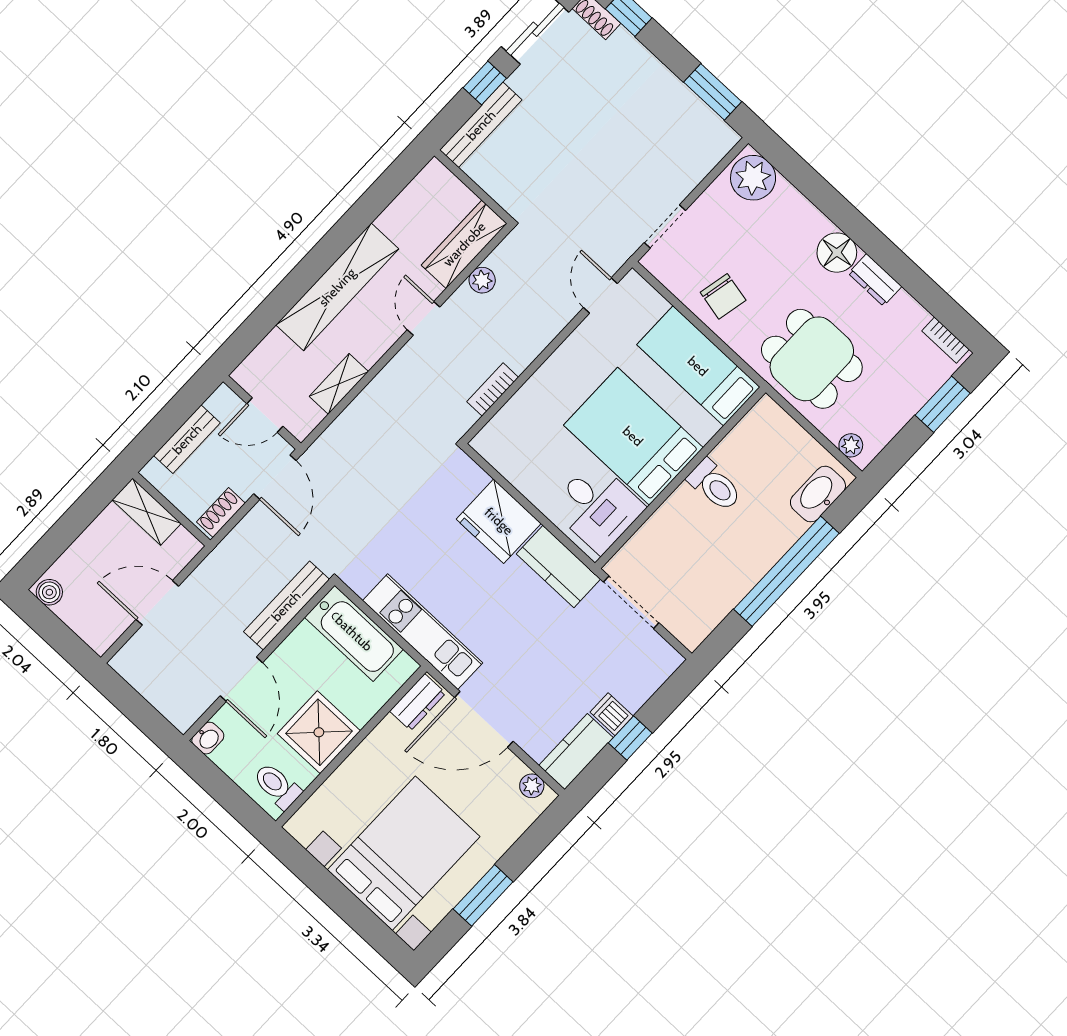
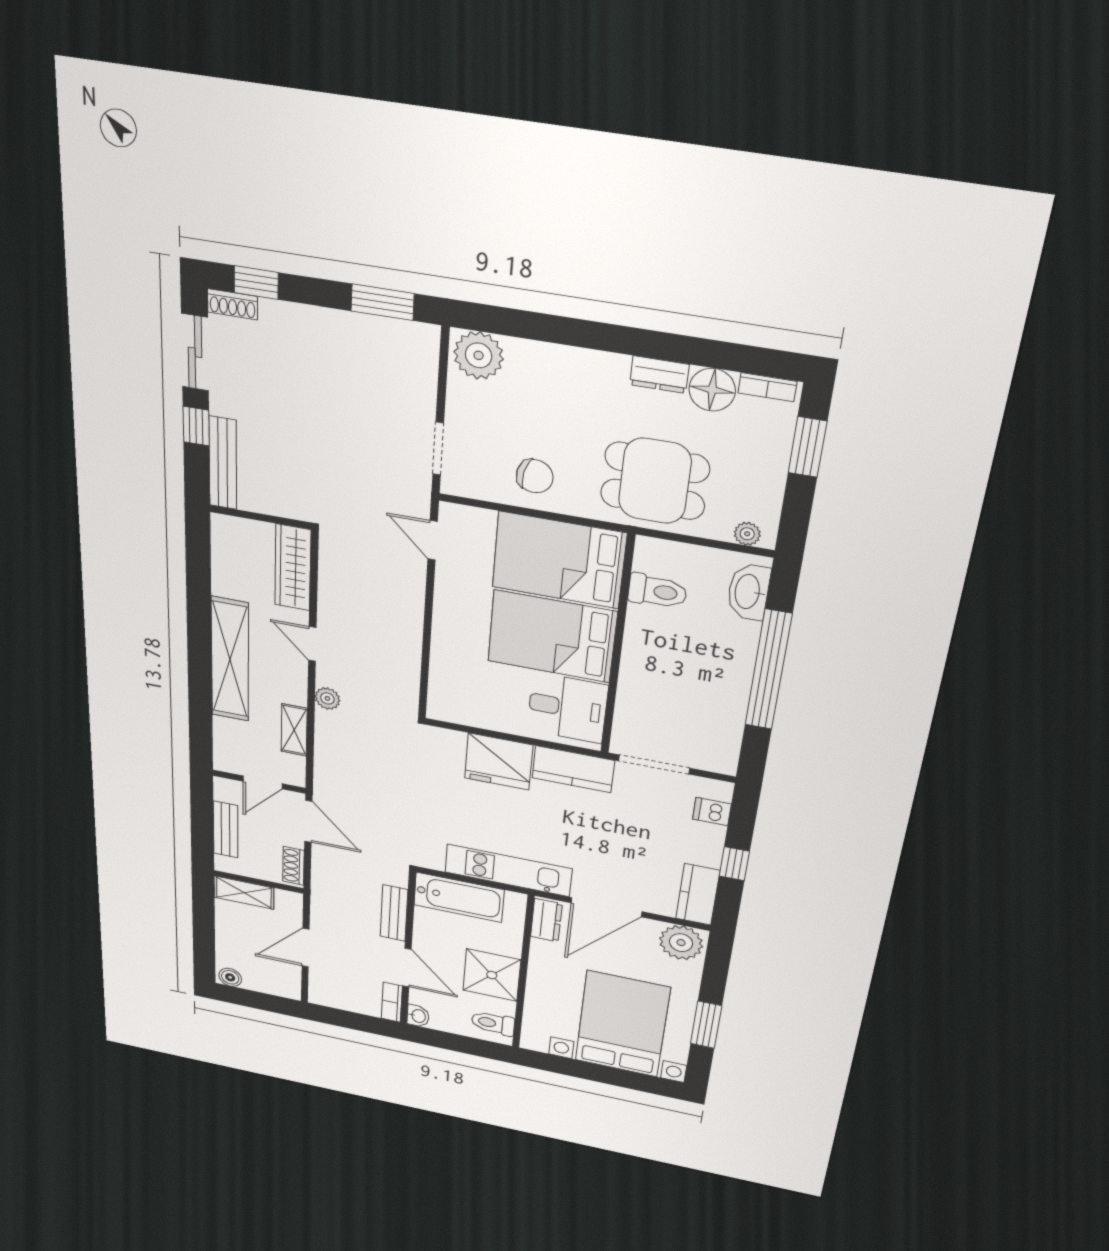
floor lamp: (837, 253) -> (712, 390), moved
plant: (482, 280) -> (327, 698), moved
bed: (698, 366) -> (559, 560), width x1.50
bookcase: (493, 389) -> (392, 1002), moved
toilet: (715, 485) -> (657, 591), moved
bench: (286, 606) -> (394, 913), width x0.73
dishwasher: (612, 714) -> (712, 811), moved
plant: (532, 786) -> (681, 943), width x1.88, depth x1.88

